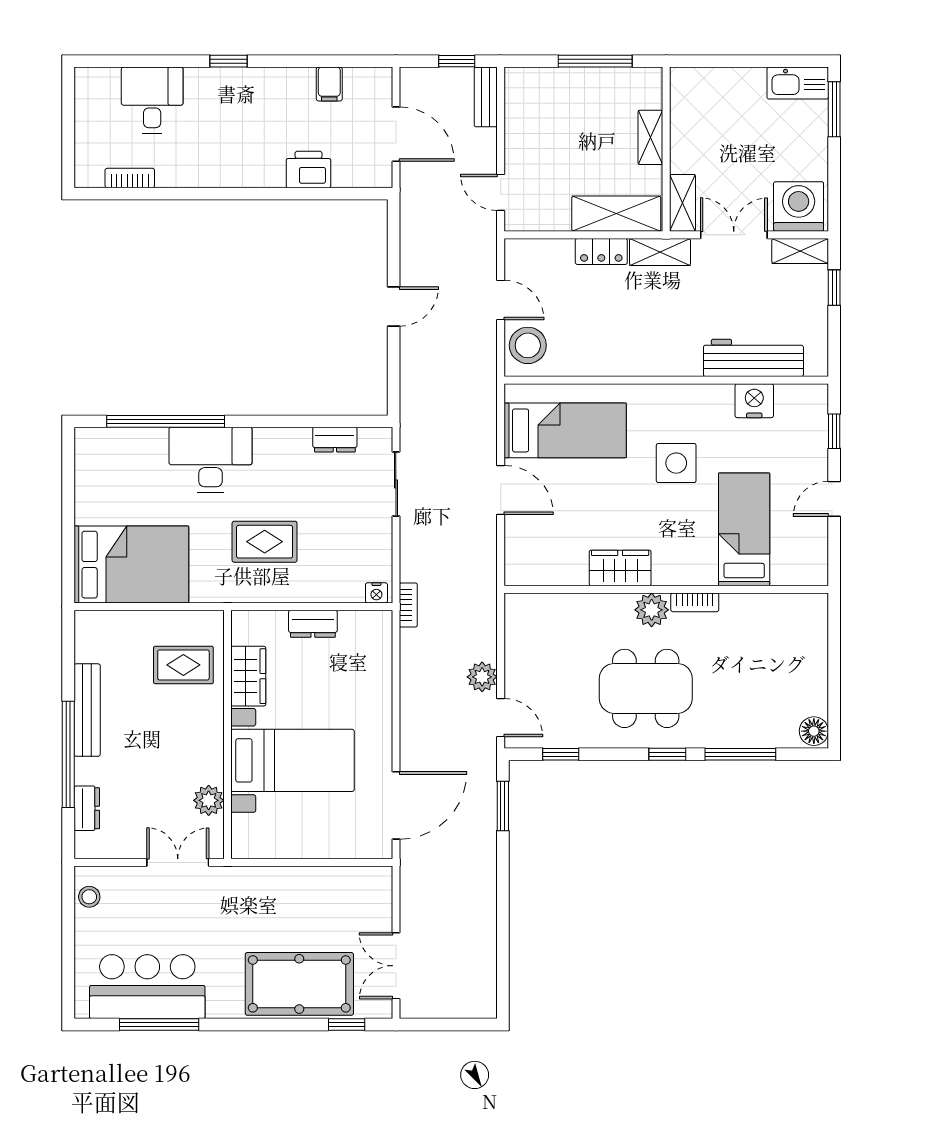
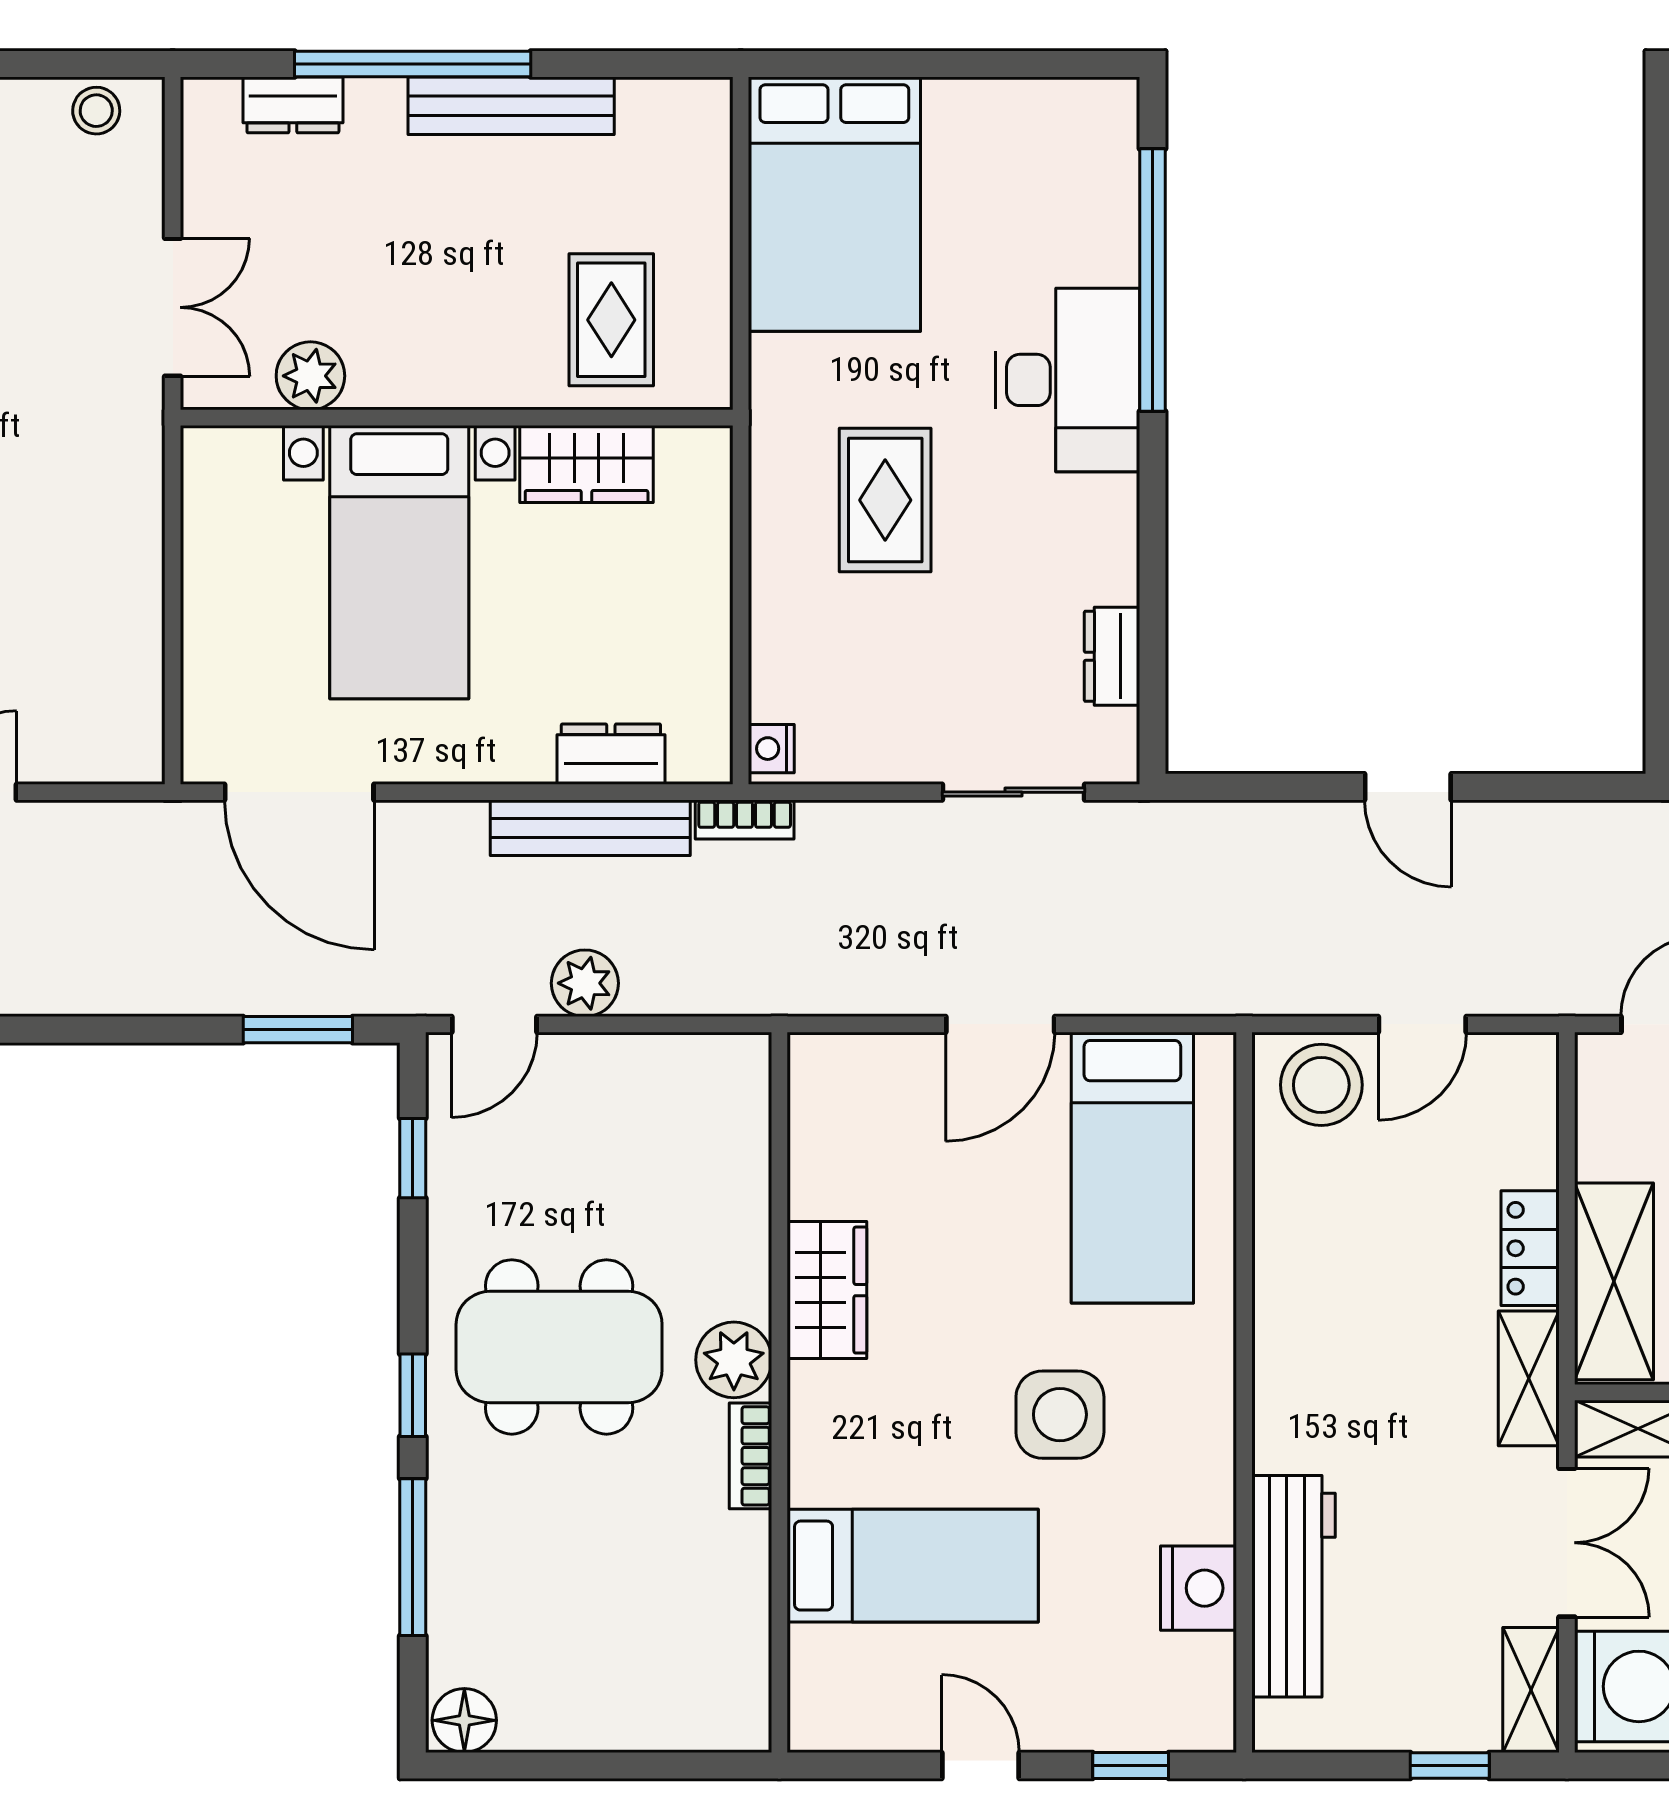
dresser: (313, 624) -> (611, 754), moved, turned 90
bench: (412, 674) -> (590, 828), added
dining table: (646, 688) -> (559, 1347), turned 90

